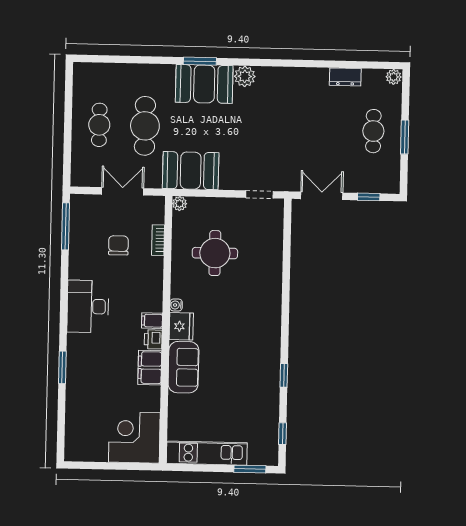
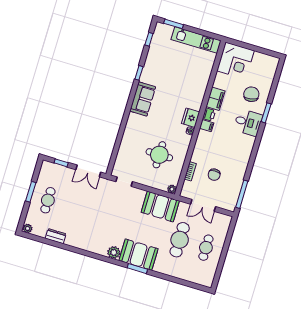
desk: (88, 306) -> (248, 123), moved, width x0.73
sofa: (183, 367) -> (143, 99), moved, turned 180
chair: (94, 391) -> (251, 94), added

